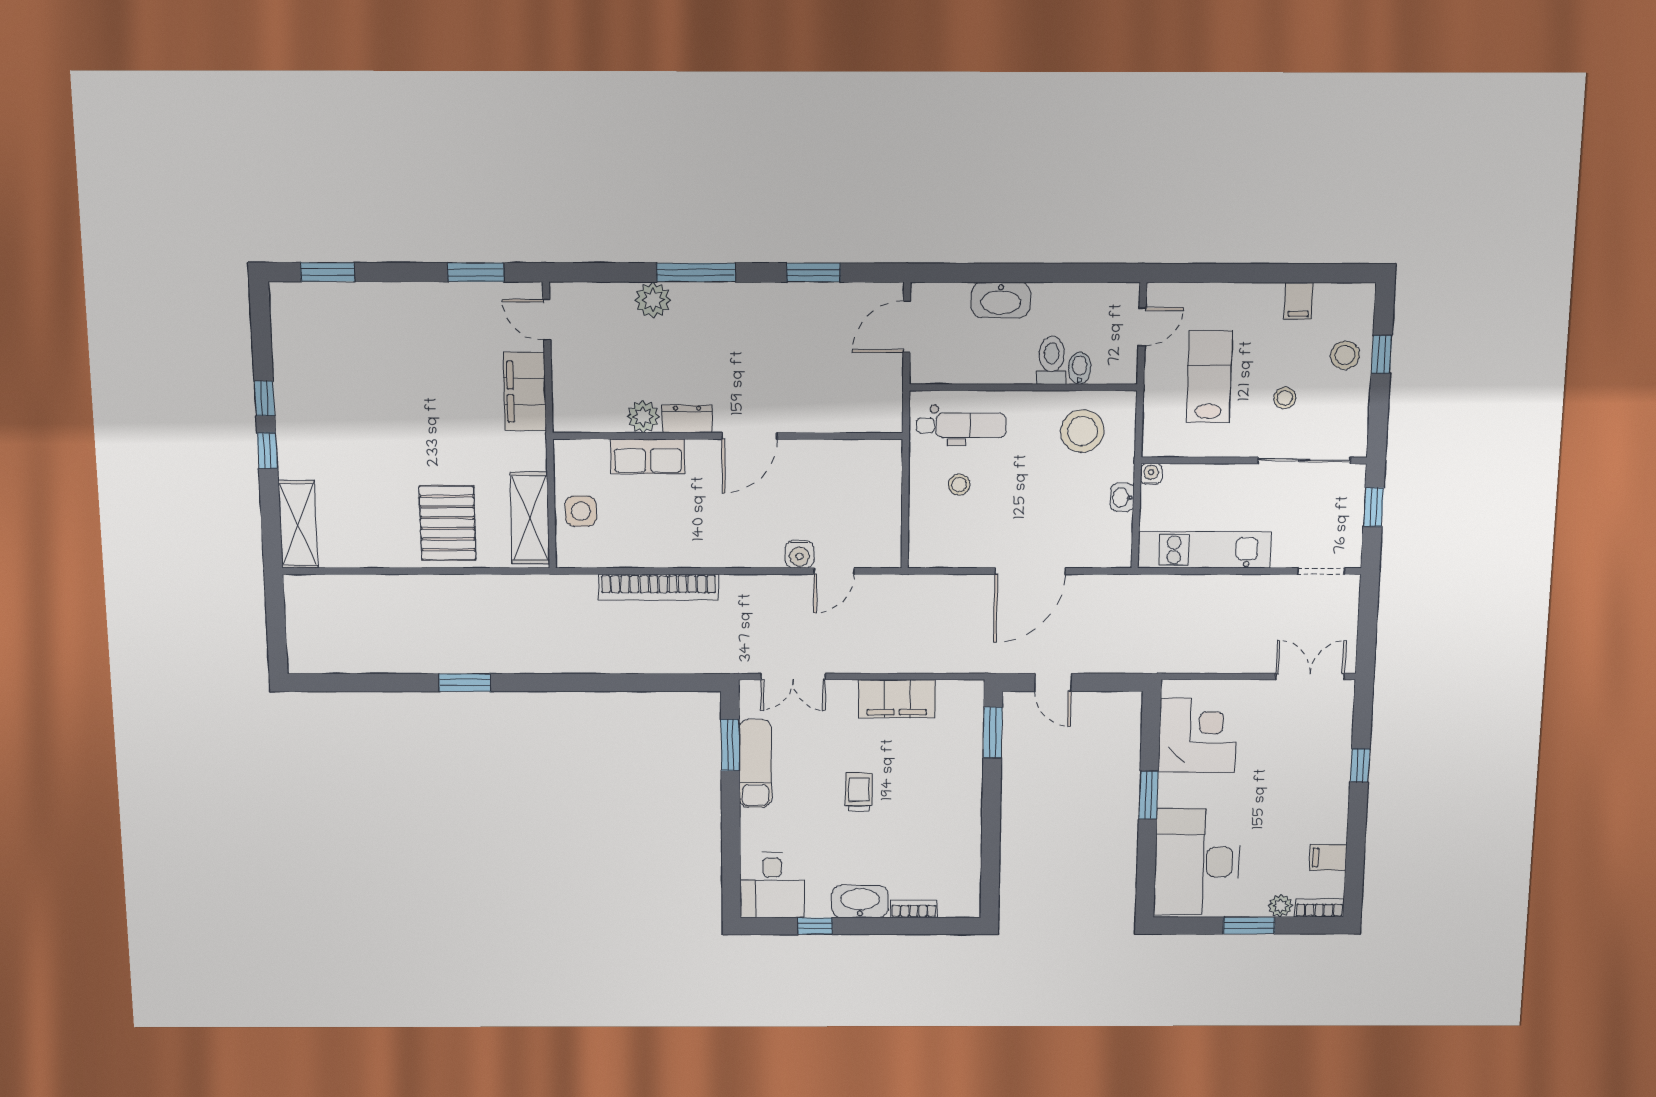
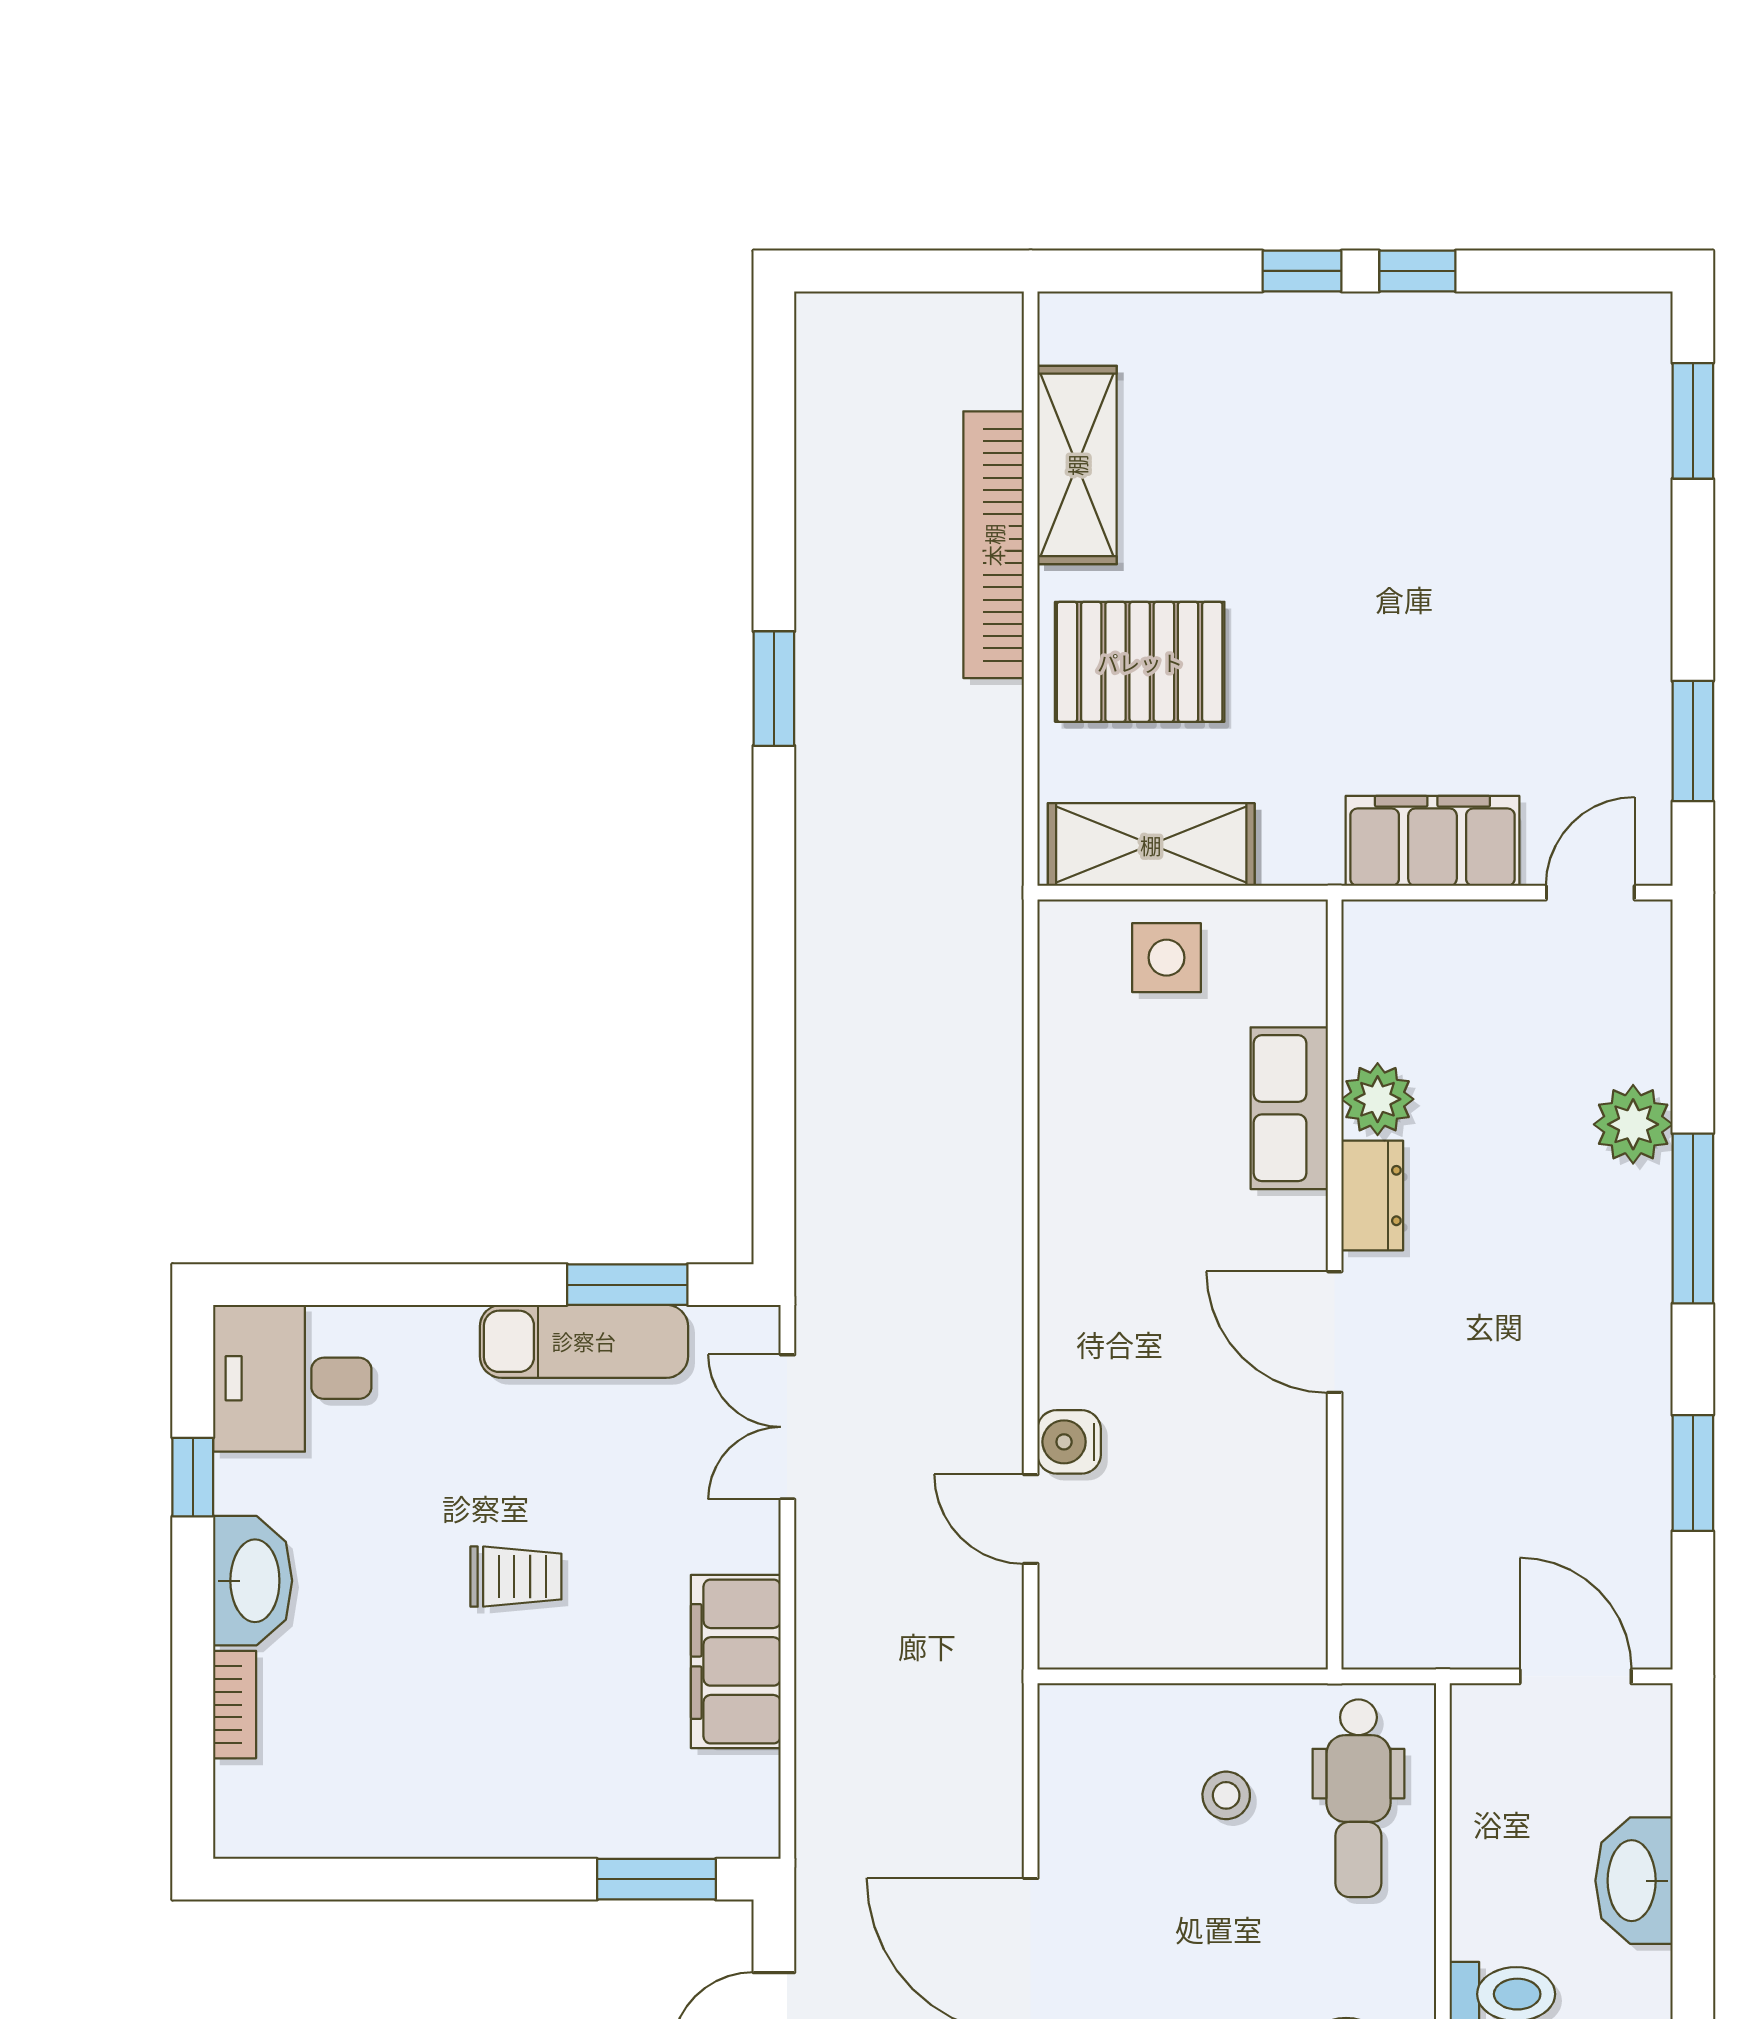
shelving: (298, 524) -> (1077, 465), moved, turned 90
bookcase: (659, 587) -> (994, 545), moved

